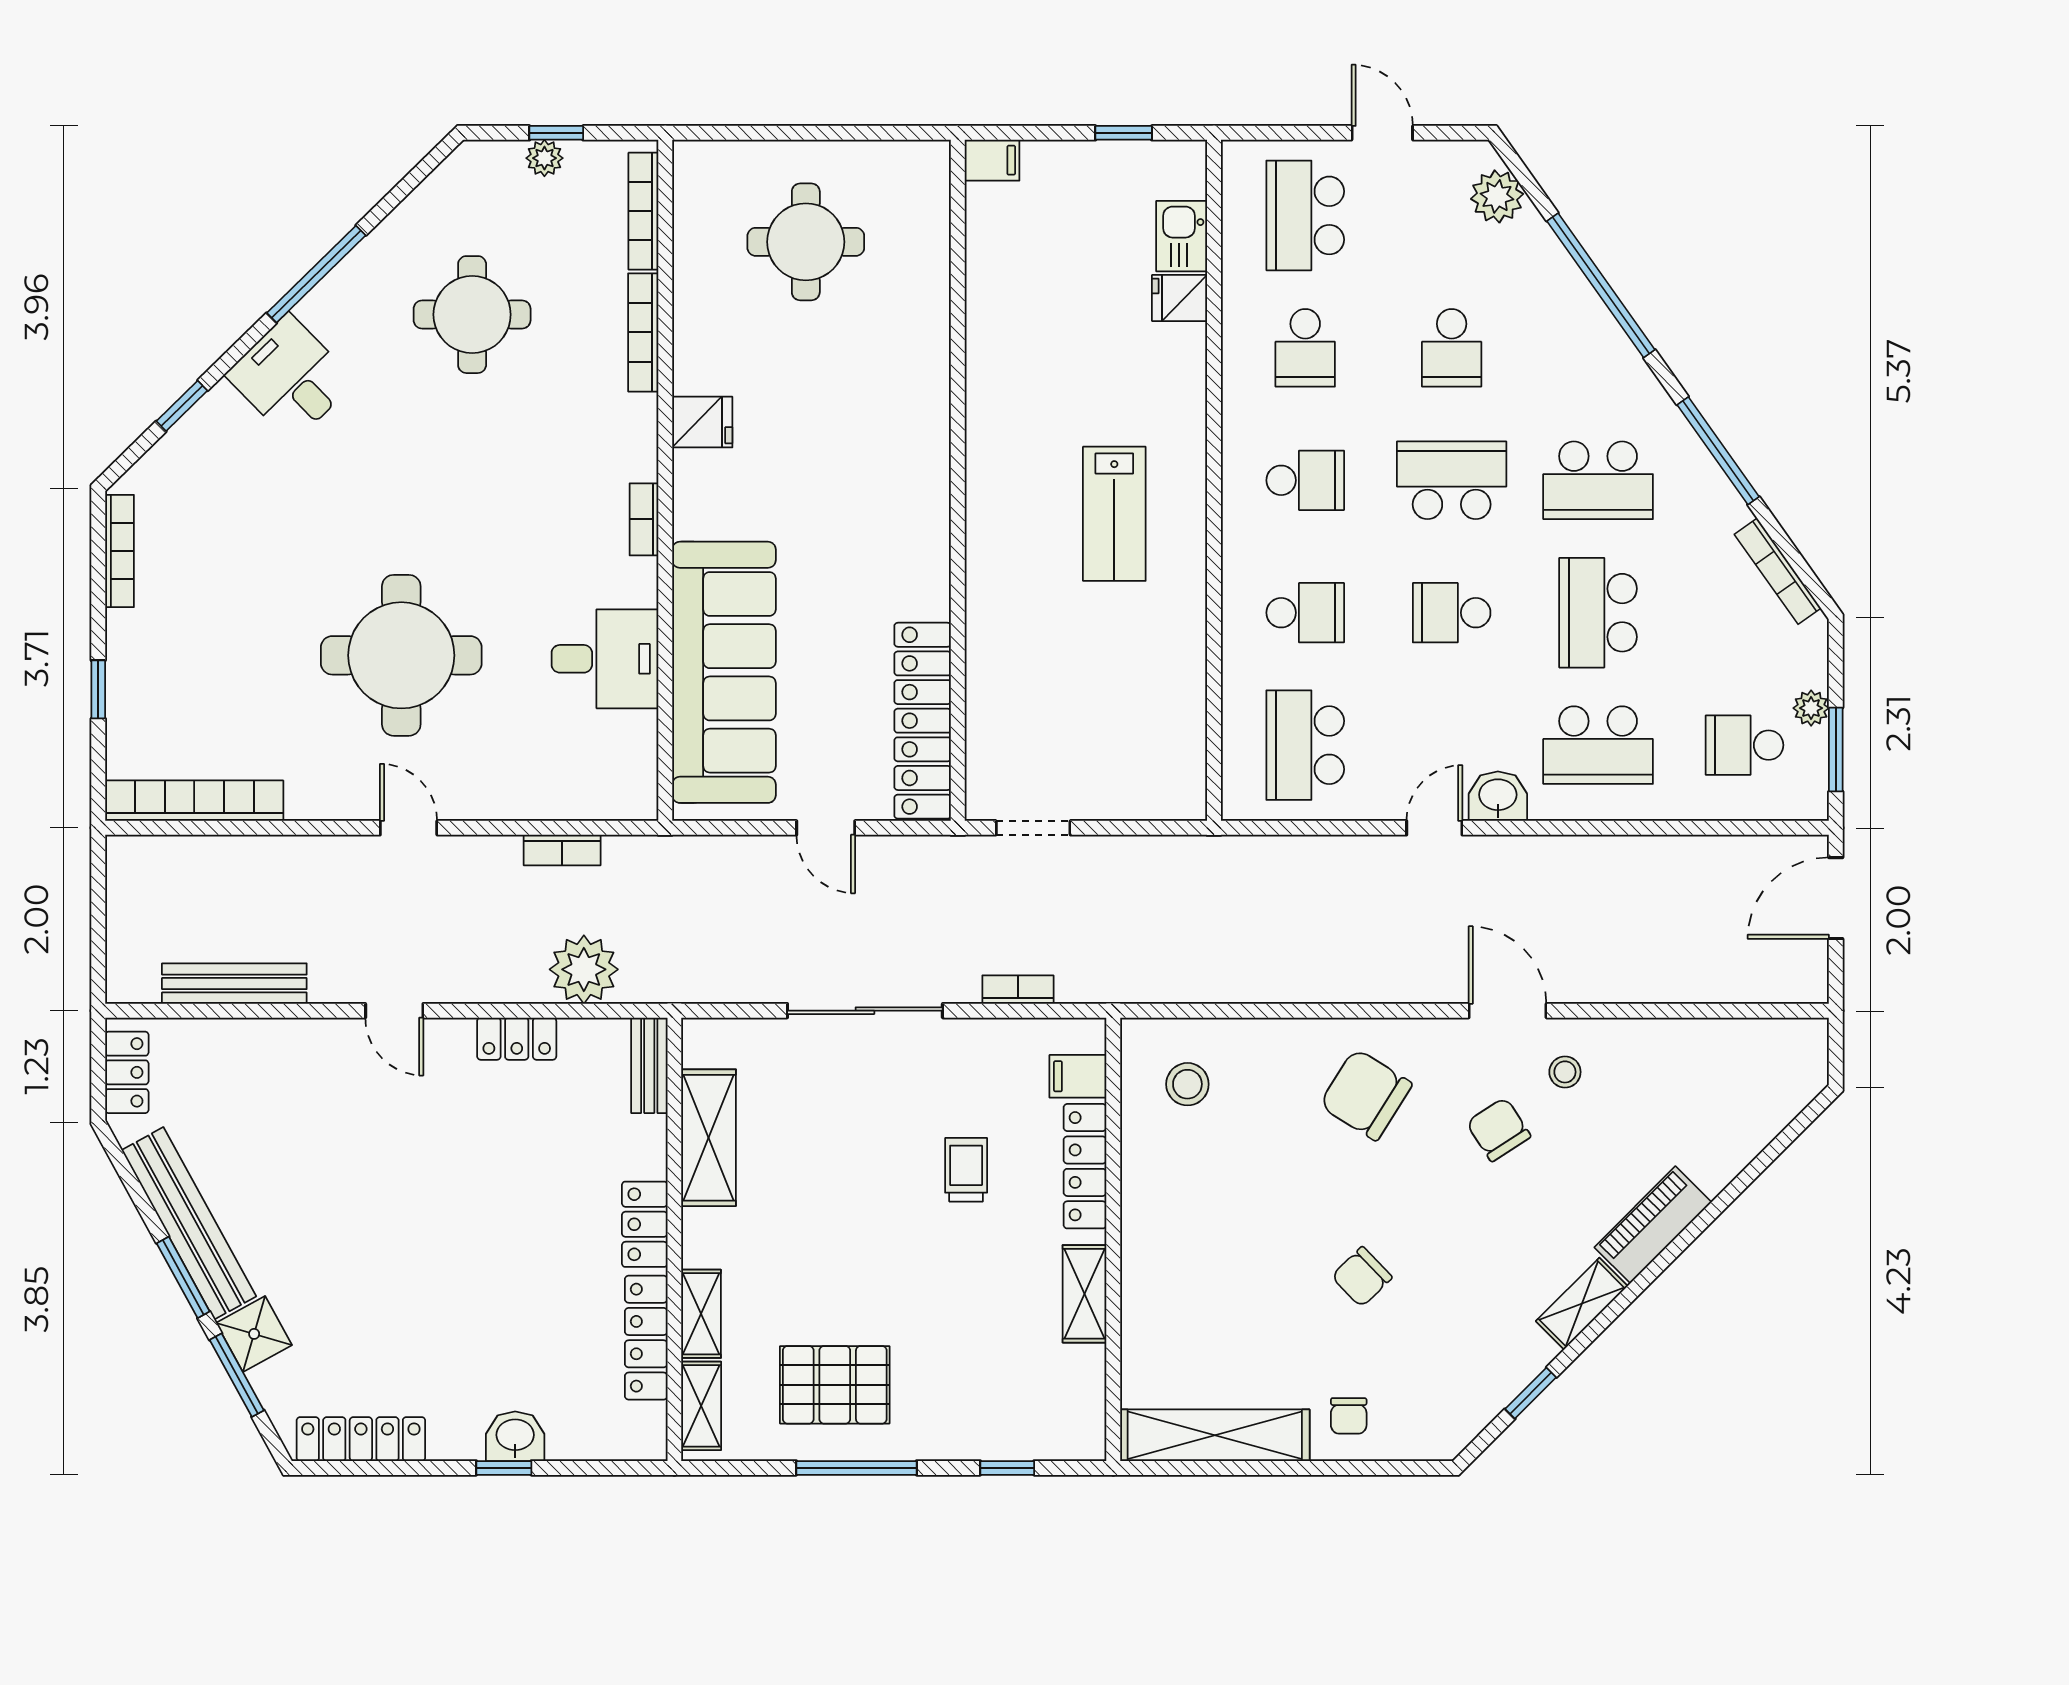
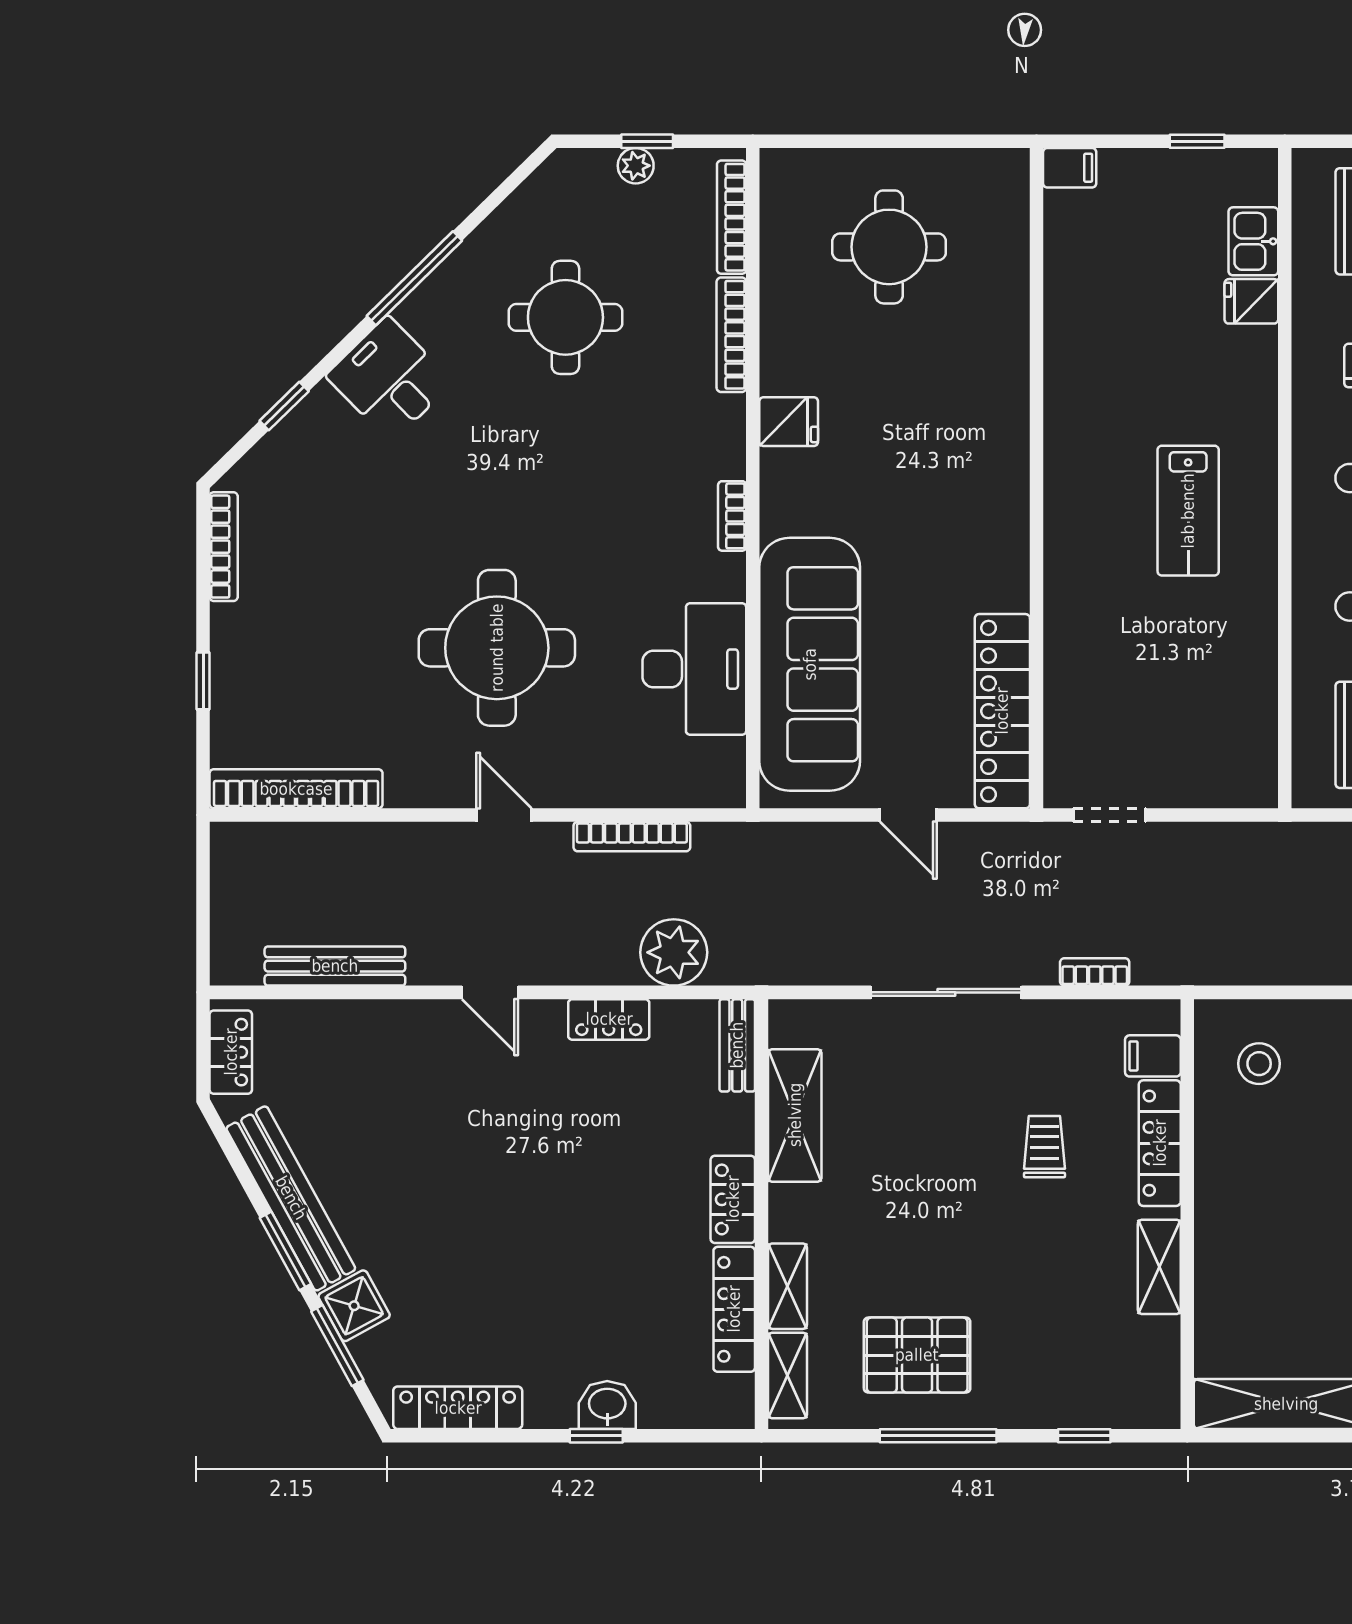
desk: (605, 659) -> (694, 669), width x1.37
bookcase: (562, 850) -> (632, 837), width x1.56

